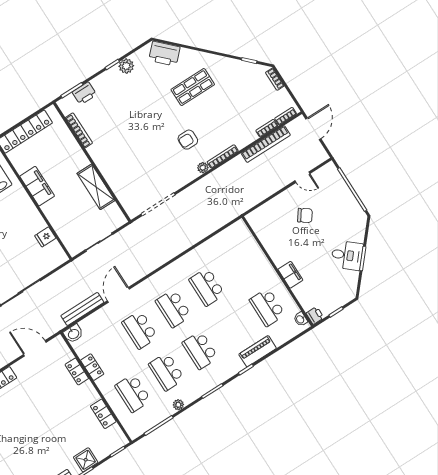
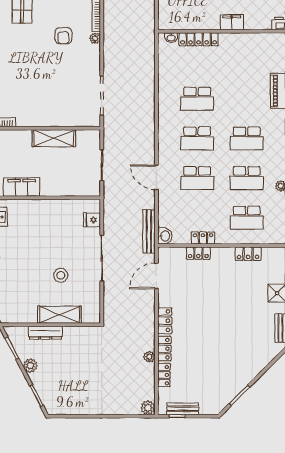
fridge: (45, 237) -> (92, 220), moved, turned 90
locker: (258, 256) -> (199, 39), added
school desk: (267, 307) -> (247, 59), removed
bench: (82, 309) -> (149, 231), moved
washbasin: (300, 319) -> (171, 38), moved

